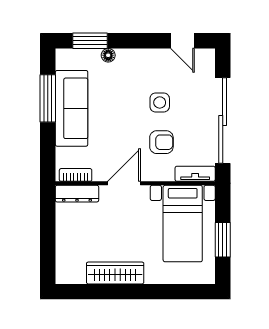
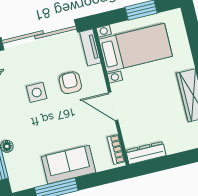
sofa: (72, 108) -> (69, 165), width x0.73
dresser: (77, 194) -> (146, 153), moved, turned -90

